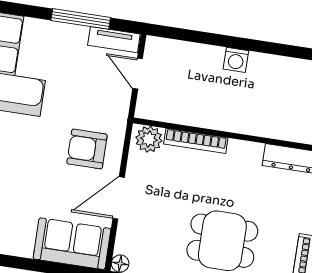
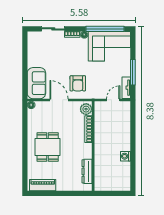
washing machine: (236, 60) -> (125, 156), moved
armchair: (87, 149) -> (78, 83), turned 180

